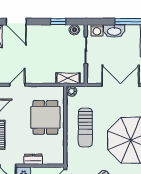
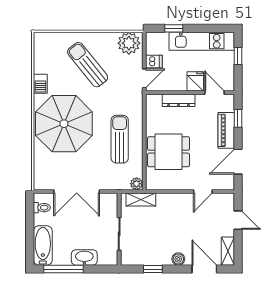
boiler: (74, 30) -> (178, 259), moved
washing machine: (97, 30) -> (105, 258), removed
dining table: (45, 117) -> (169, 152), turned 90
dresser: (33, 159) -> (179, 100), width x1.44

